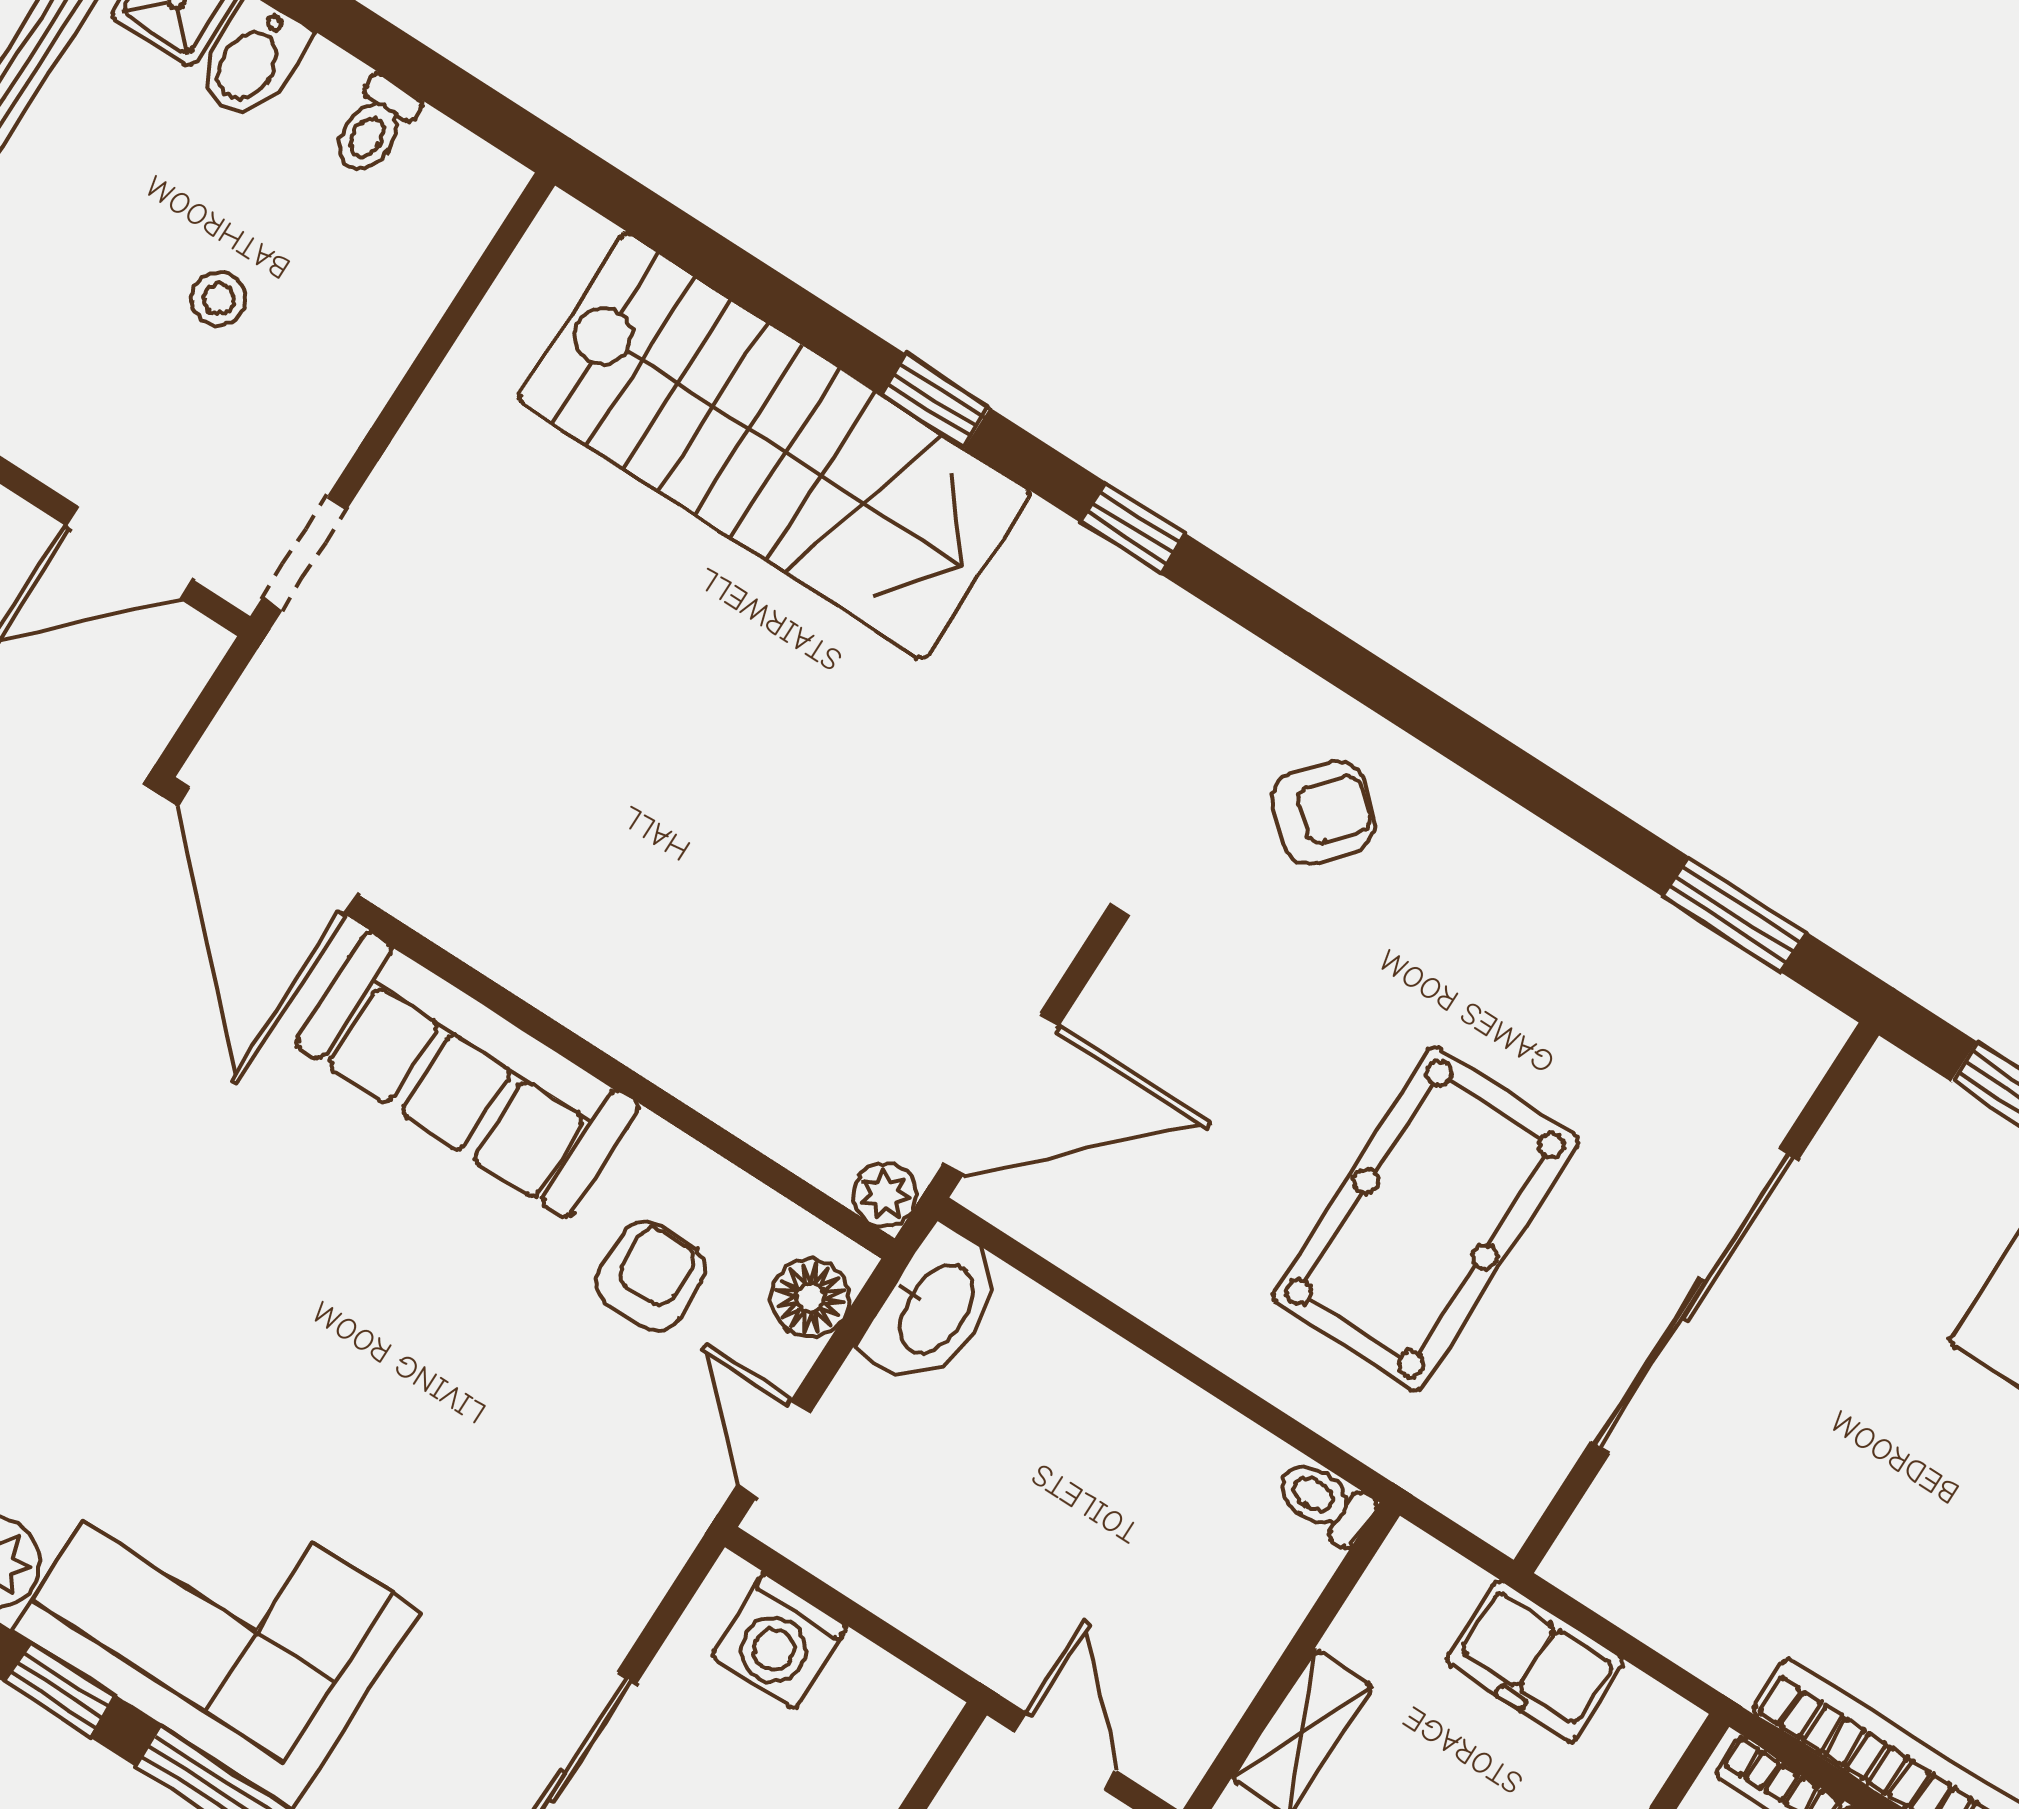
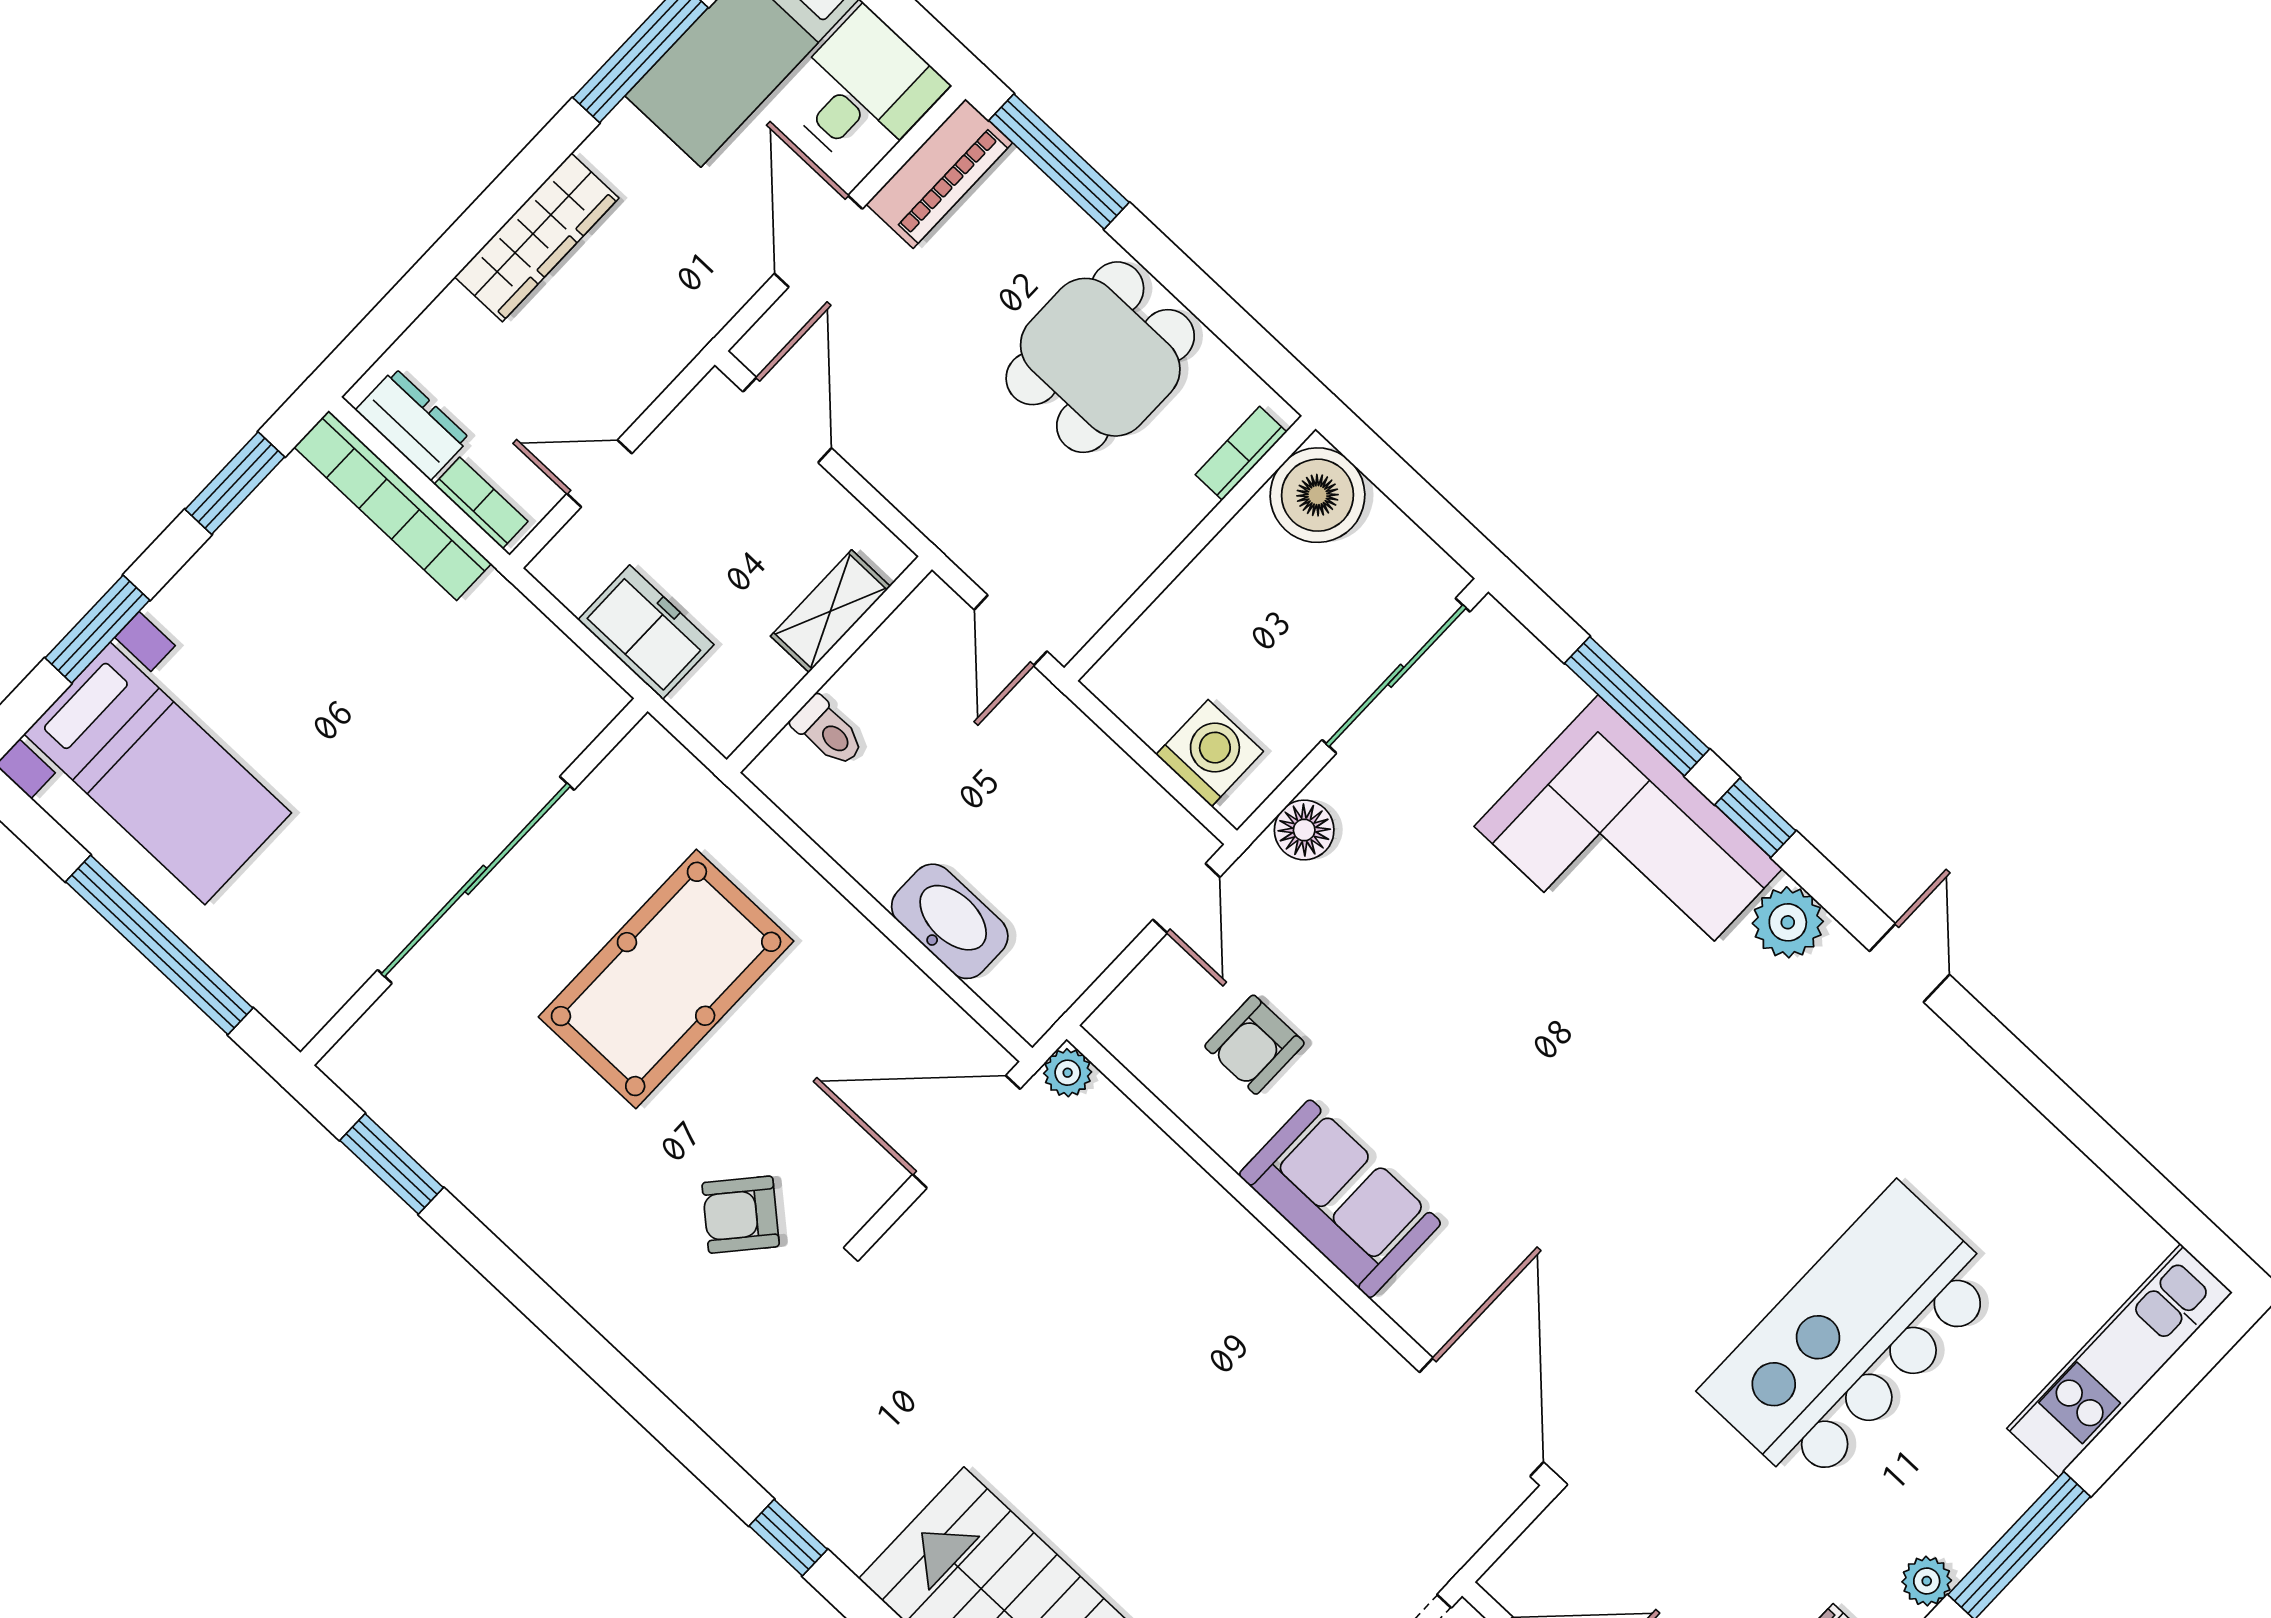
armchair: (1324, 813) -> (741, 1215), moved
sofa: (467, 1075) -> (1340, 1199), width x0.73
floor lamp: (810, 1298) -> (1304, 830), moved
washbasin: (934, 1307) -> (950, 921), moved, turned 90
toilet: (1325, 1501) -> (828, 732), moved

